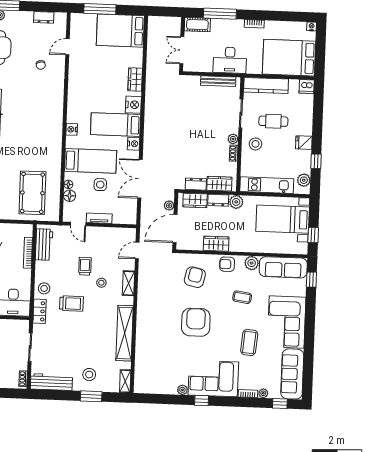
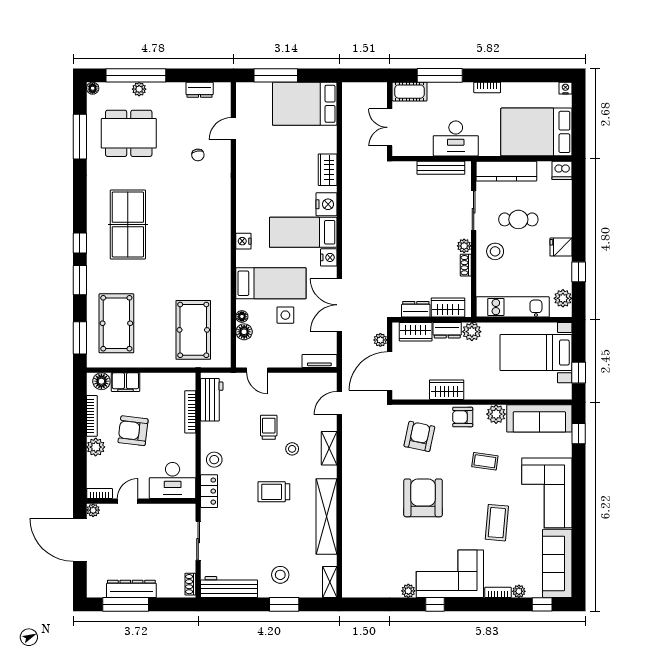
tv unit: (99, 218) -> (319, 361), moved
trolley: (71, 304) -> (274, 492), moved, turned 180

